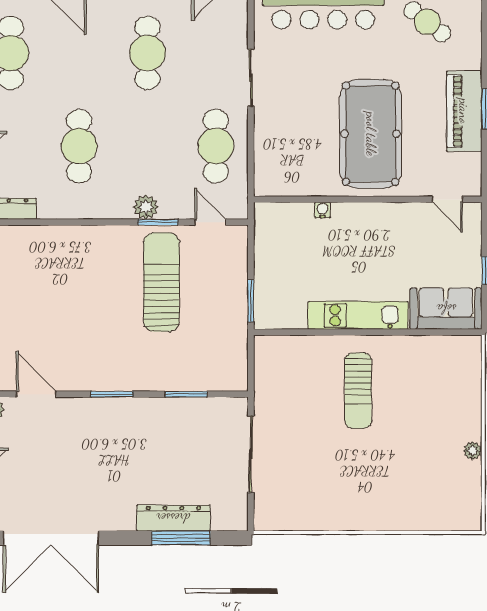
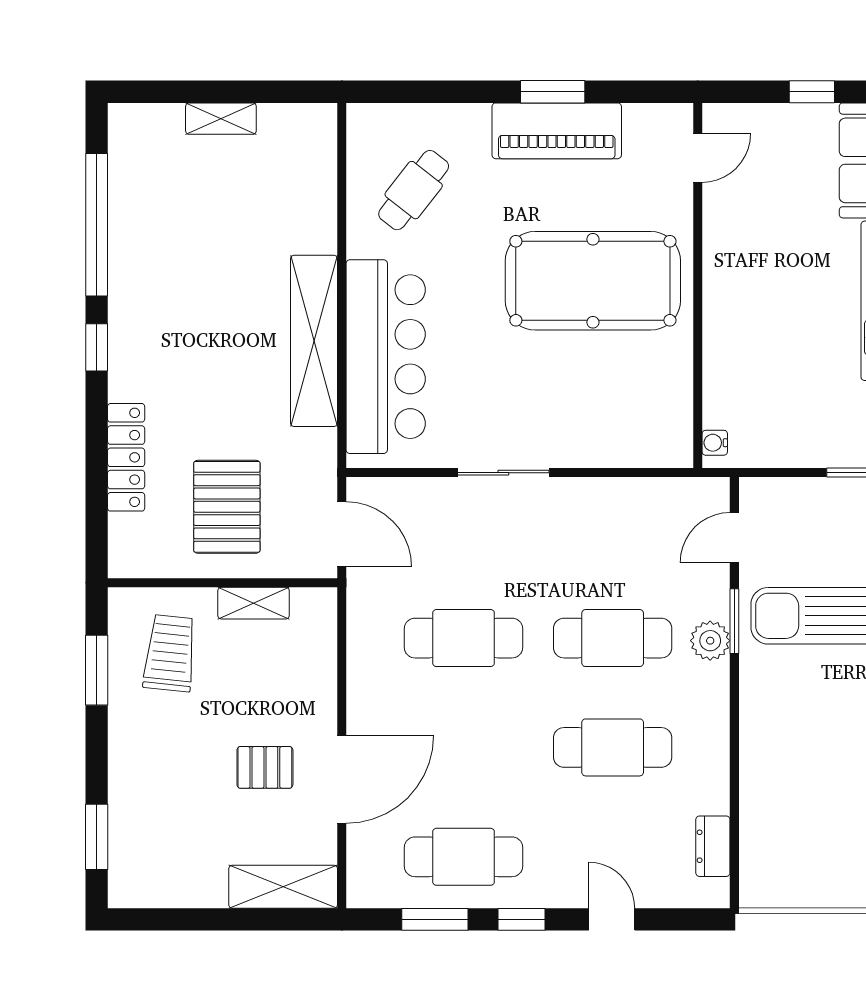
cafe table: (216, 146) -> (613, 638), moved
water cooler: (323, 210) -> (715, 443), moved

